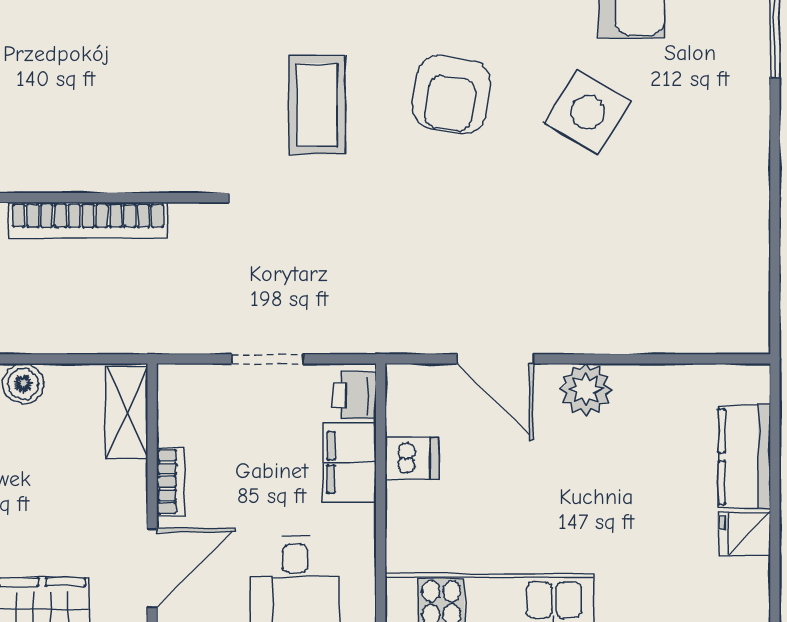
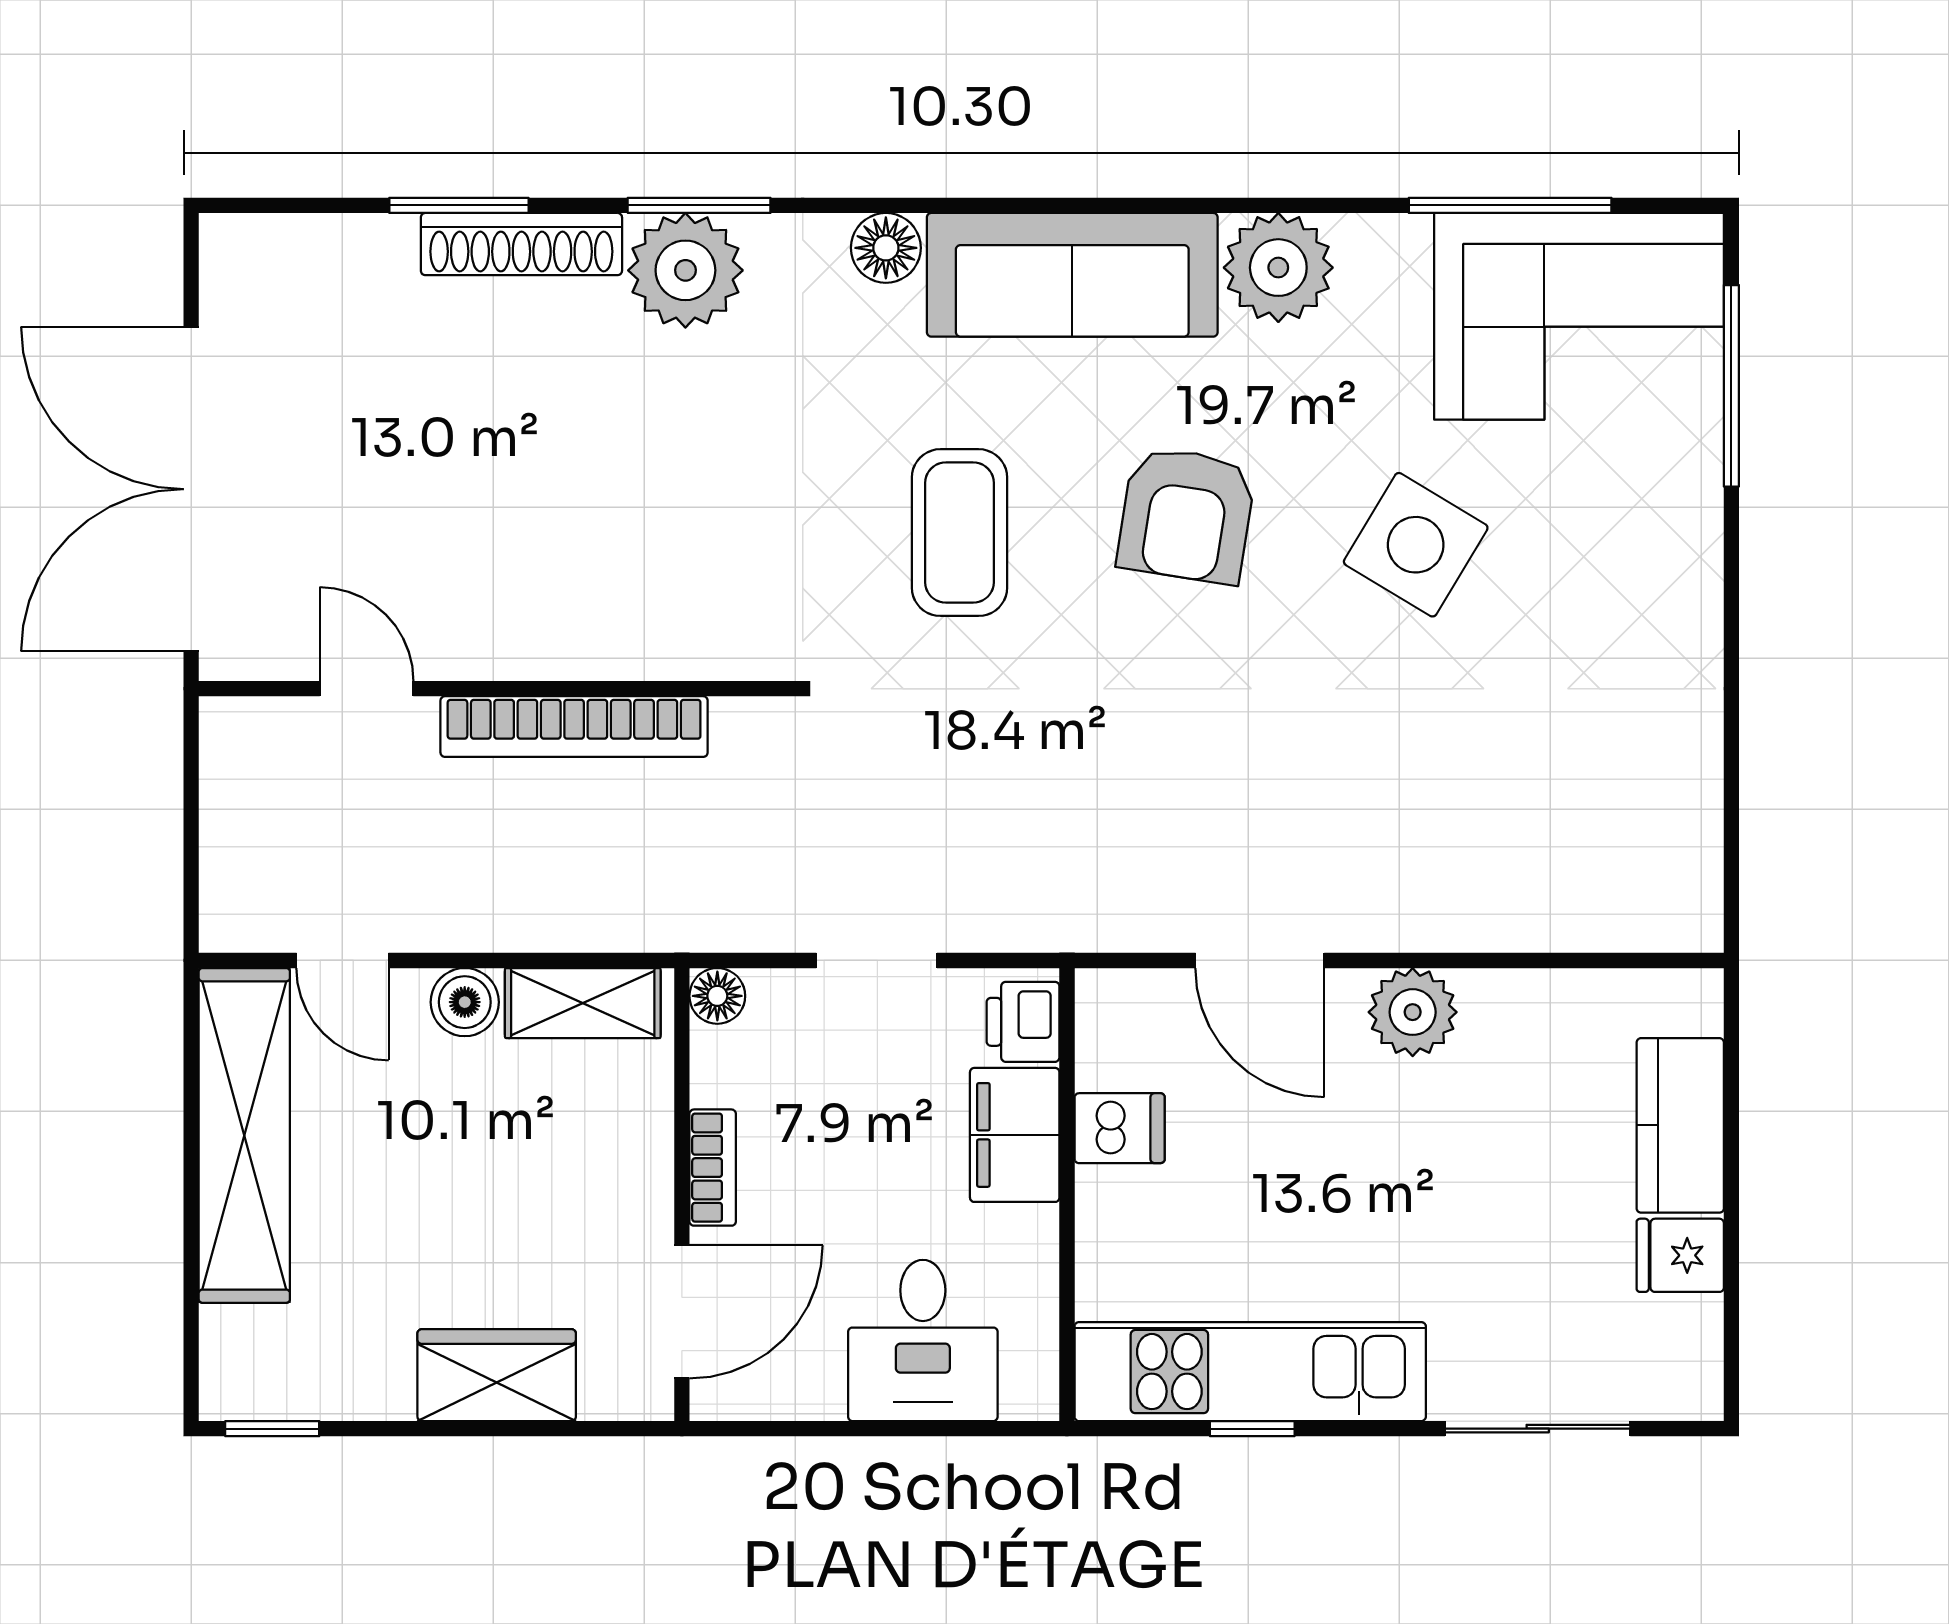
floor lamp: (173, 380) -> (717, 996), added
shelving: (127, 412) -> (583, 1003), moved, turned 90

